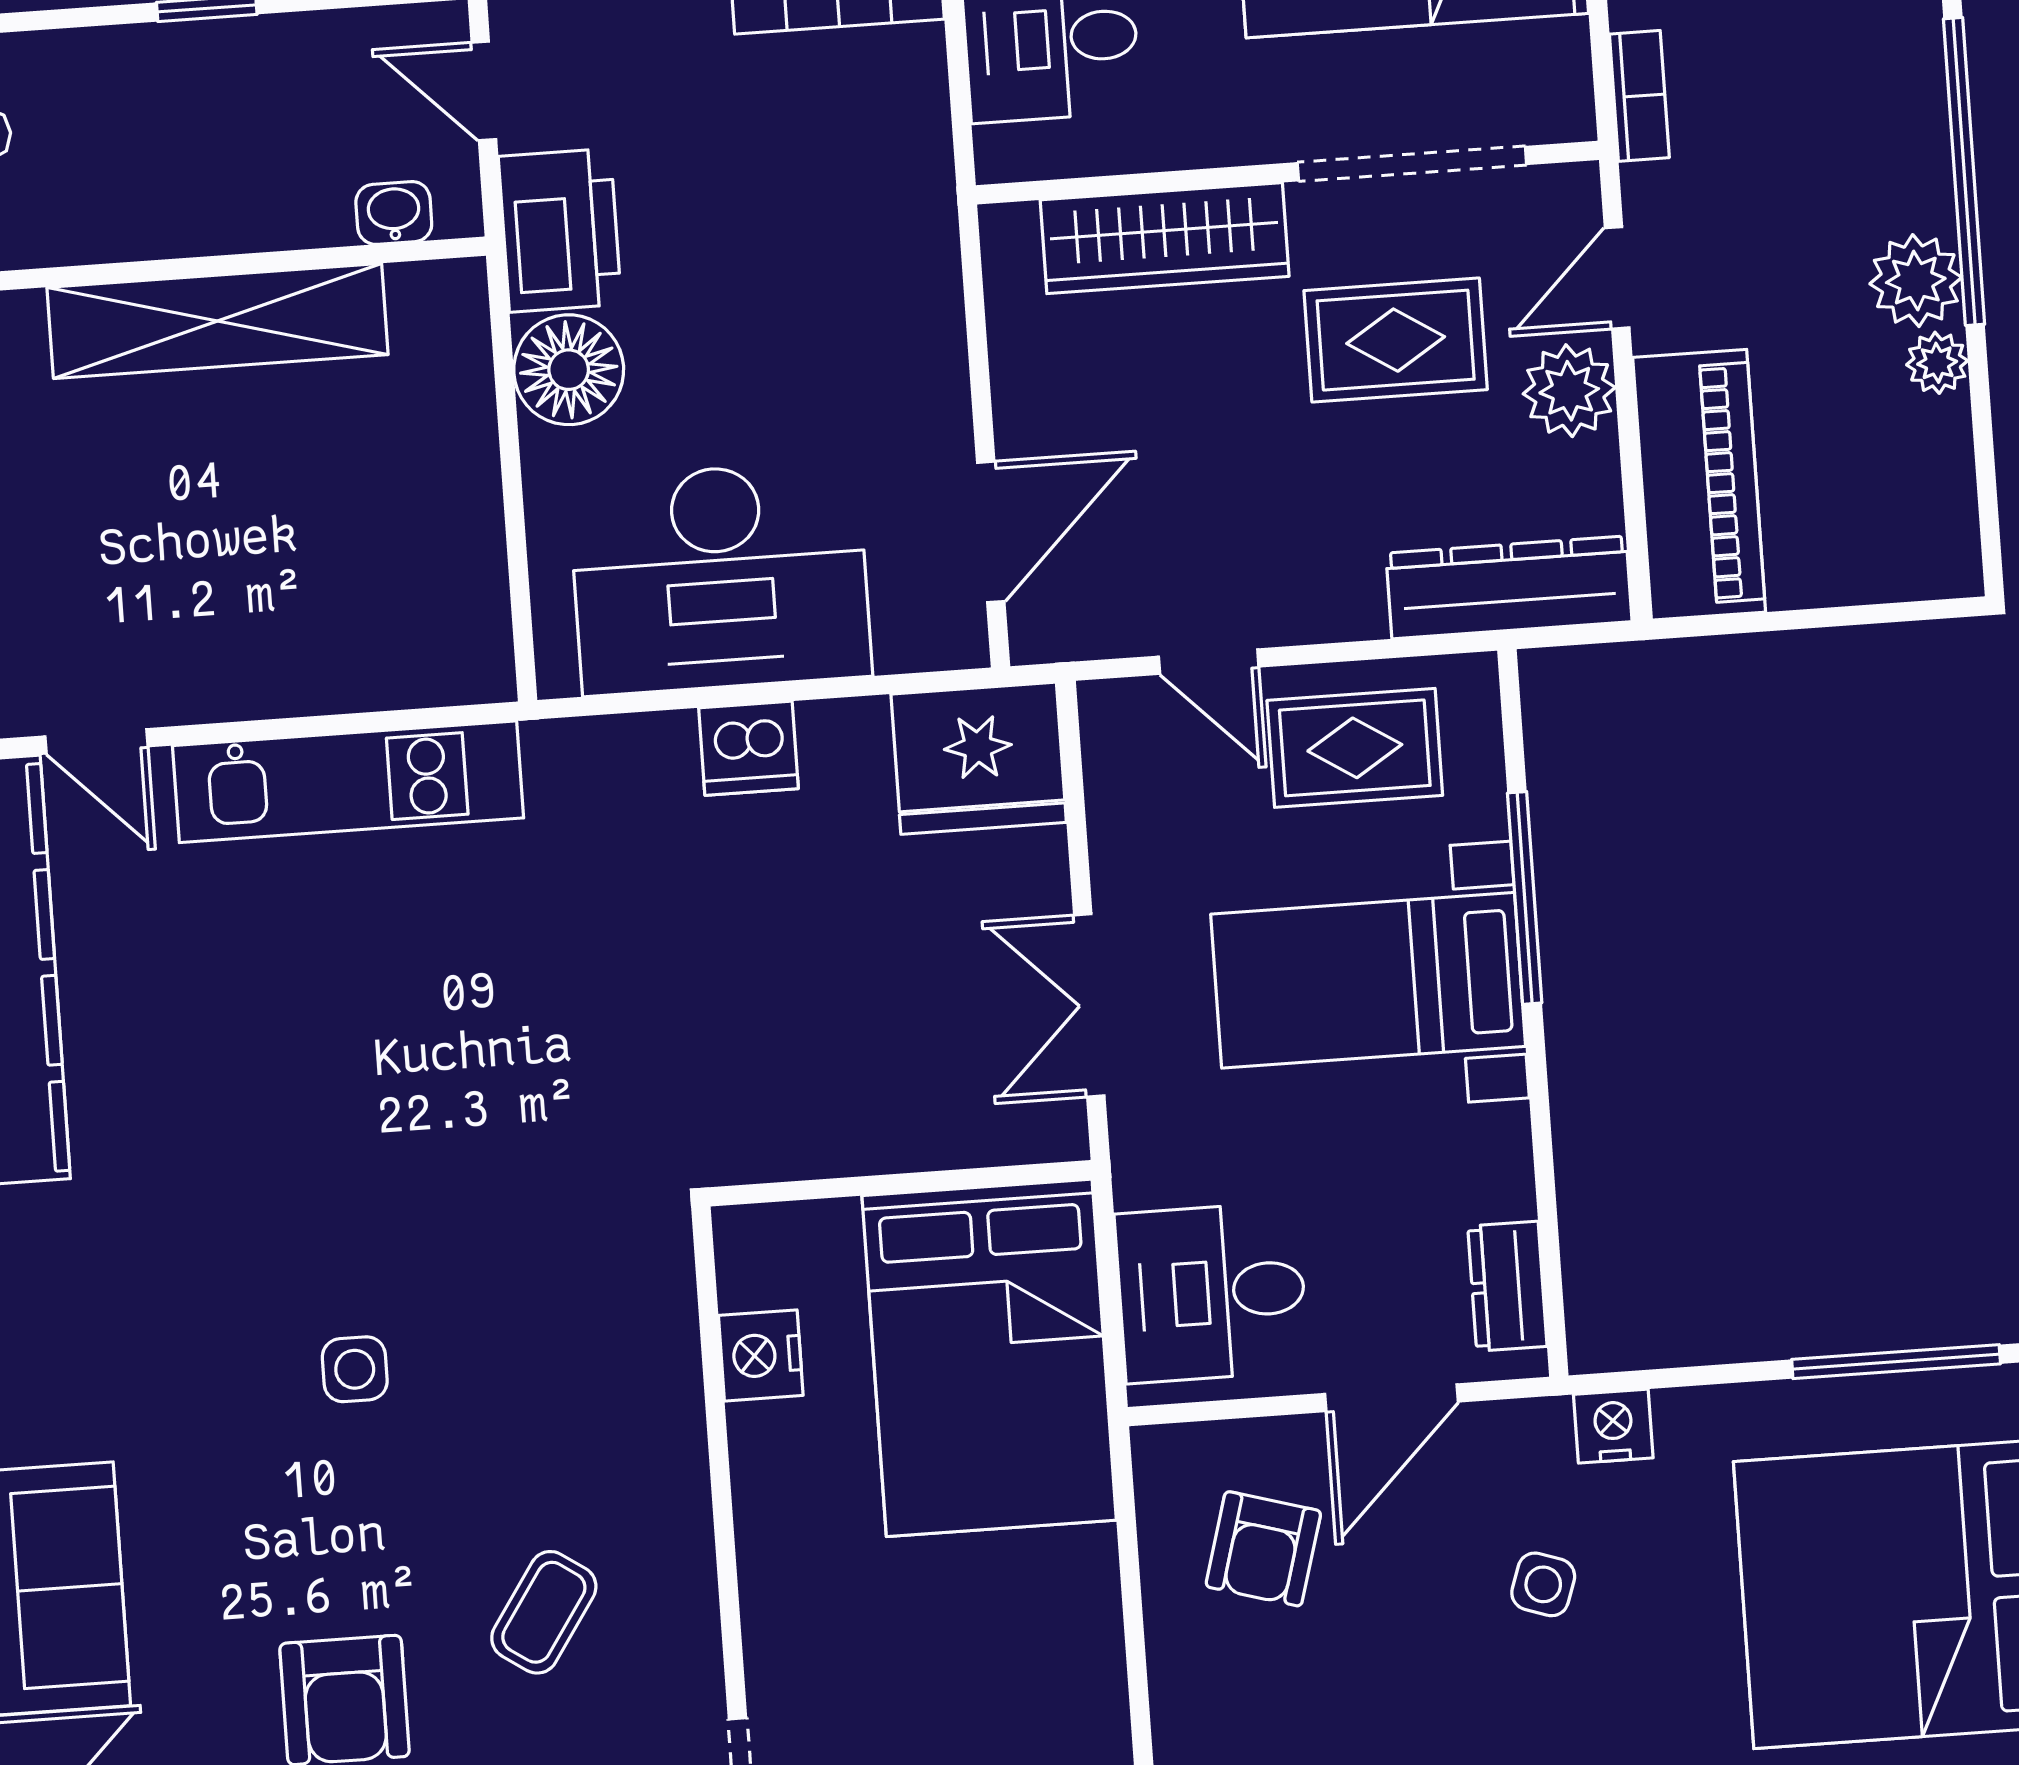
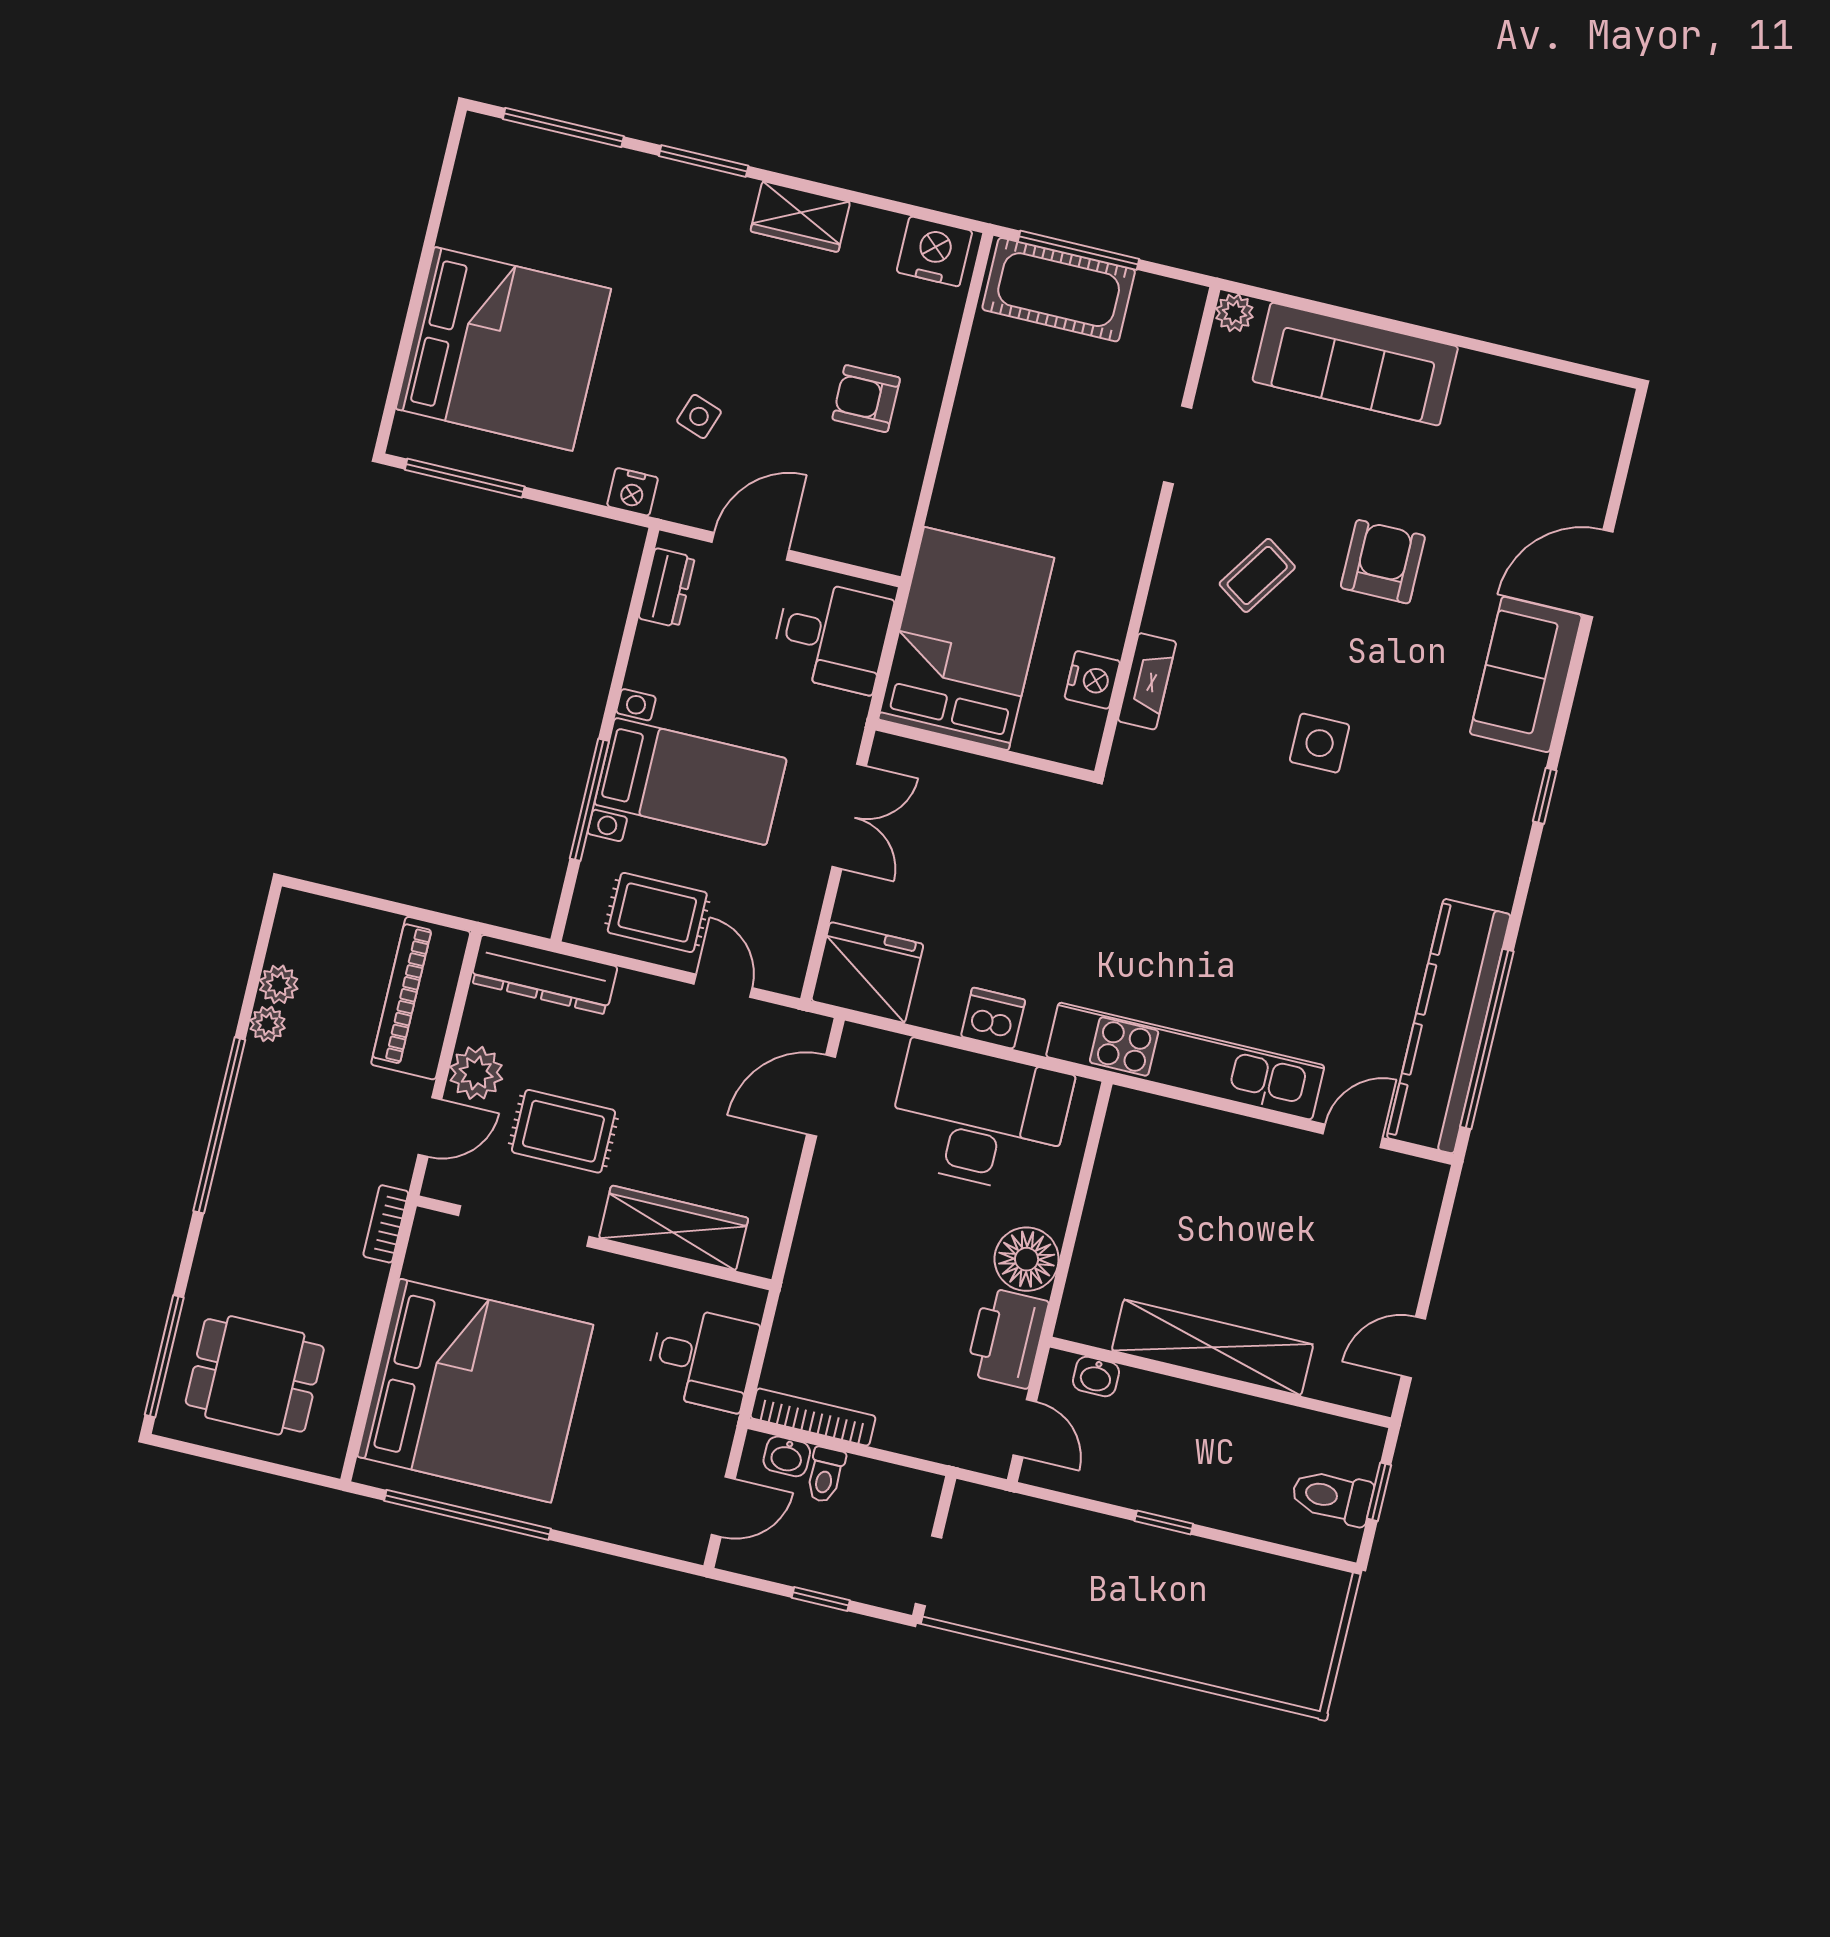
plant: (1916, 281) -> (279, 984), moved, width x0.73, depth x0.73
door: (97, 741) -> (1353, 1136), hinge flipped
kitchen unit: (348, 782) -> (1185, 1061), width x1.36
side table: (355, 1369) -> (1320, 743), width x1.37, depth x1.37
fireplace: (670, 1381) -> (1147, 681), added
armchair: (1263, 1549) -> (866, 399), moved, turned -106

